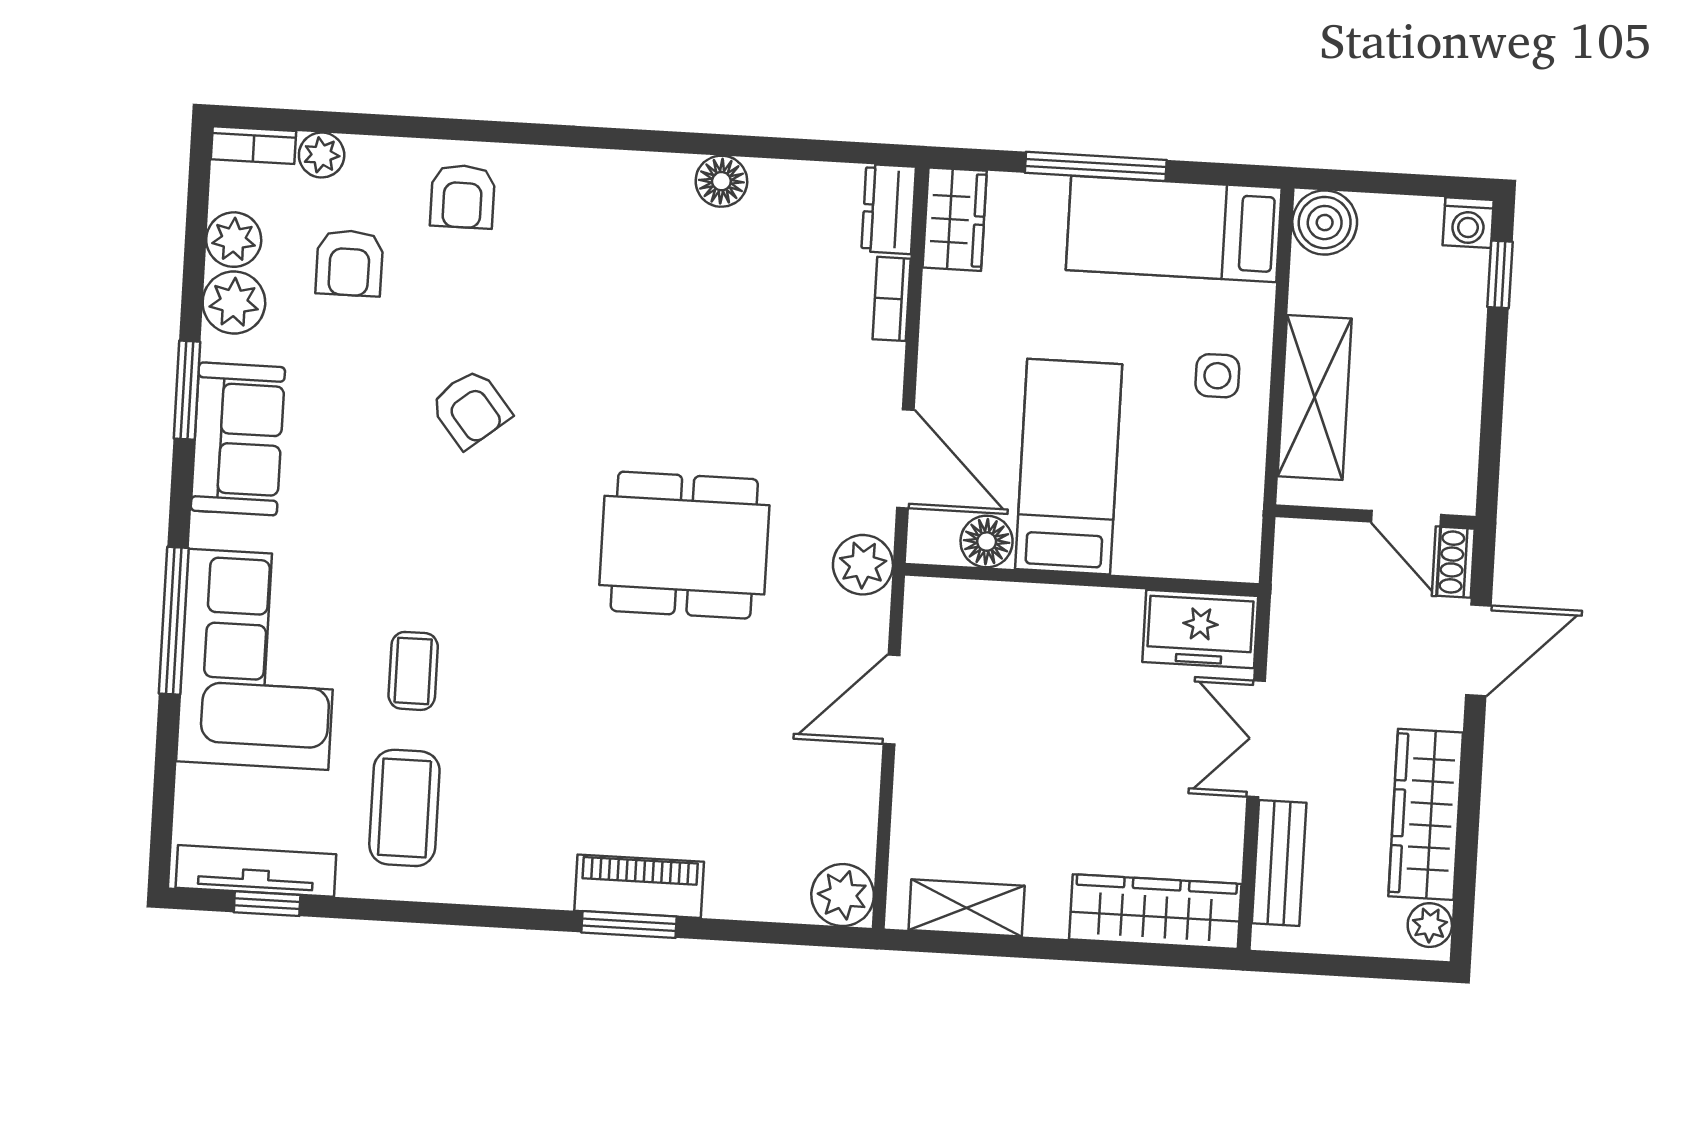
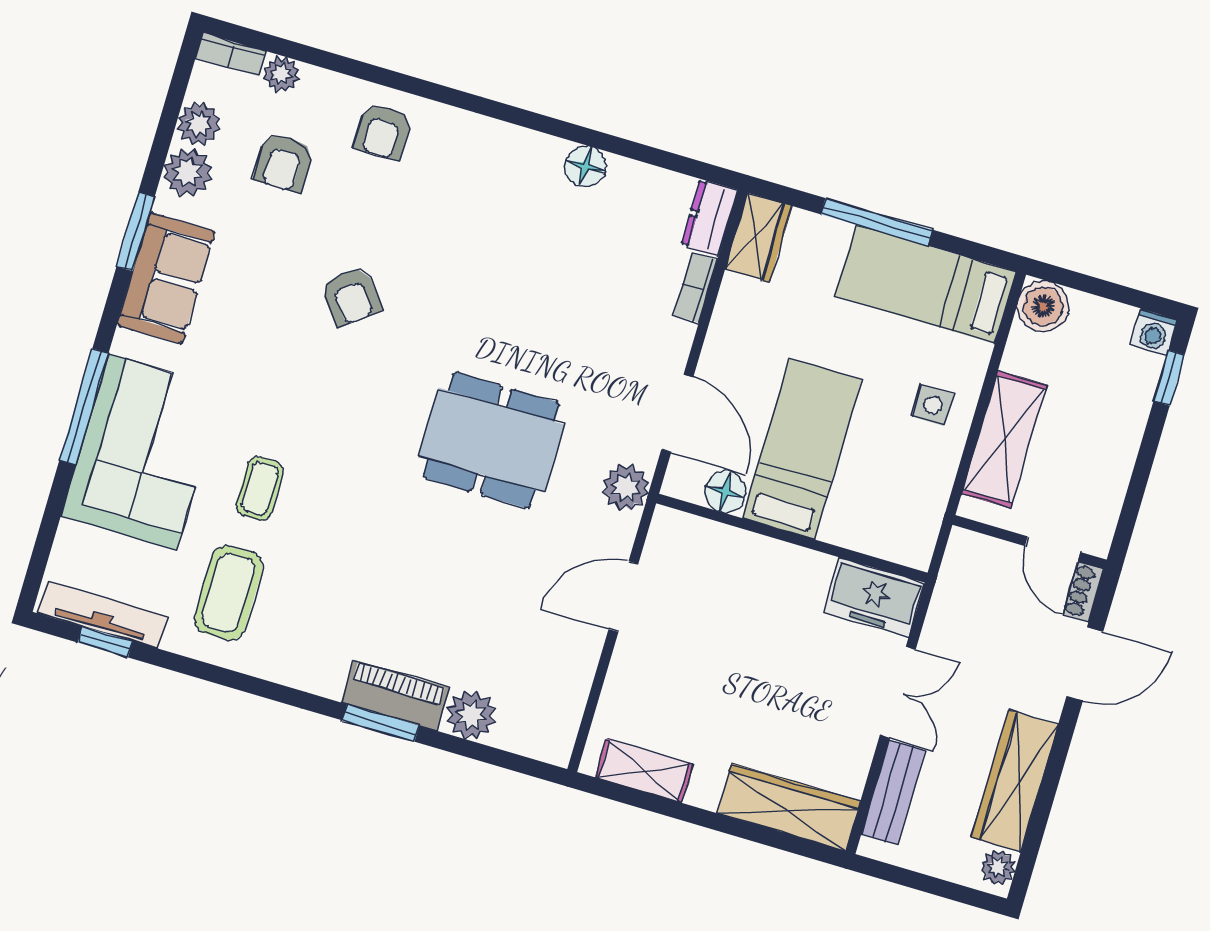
double door: (1256, 739) -> (898, 692), swing flipped
plant: (843, 895) -> (471, 715), moved

